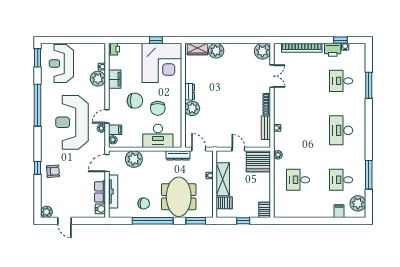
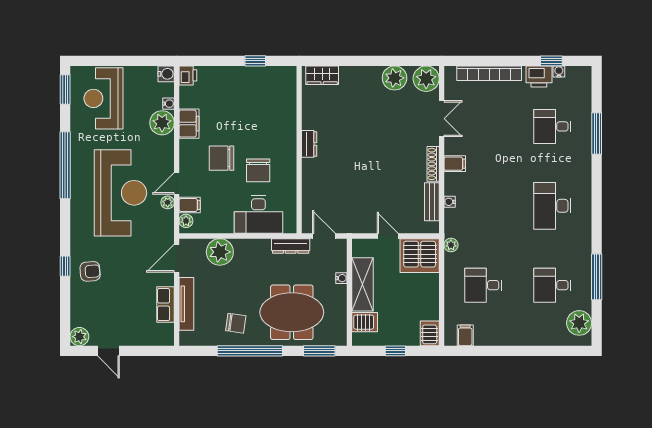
plant: (216, 51) -> (395, 78), moved
corner desk: (162, 63) -> (265, 97), removed
chair: (135, 101) -> (222, 158), turned 180
filing cabinet: (280, 104) -> (455, 164), added
plant: (192, 108) -> (313, 171), removed
reception desk: (72, 122) -> (120, 193), turned 180
meeting table: (179, 197) -> (292, 312), turned 90
water cooler: (100, 209) -> (166, 74), moved
filing cabinet: (339, 211) -> (465, 335), moved

